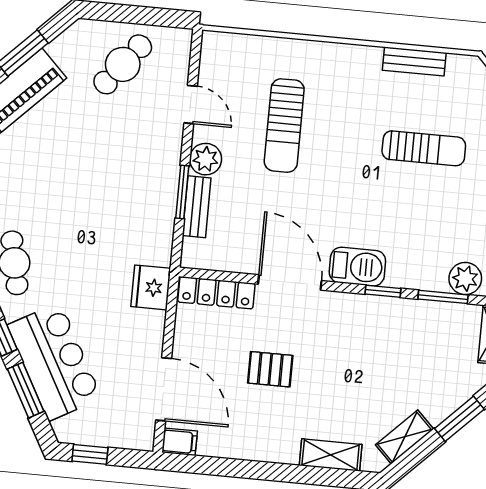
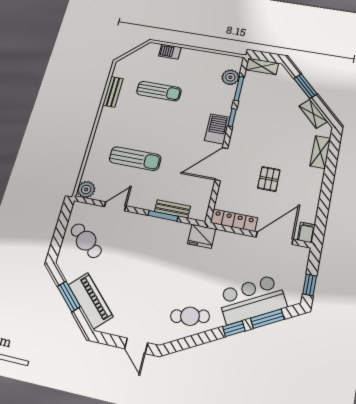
sun lounger: (424, 148) -> (159, 91), turned 90
plant: (206, 159) -> (86, 189), moved
fridge: (151, 287) -> (202, 236), moved
locker: (216, 293) -> (234, 220), moved, turned -90

